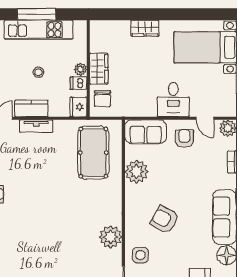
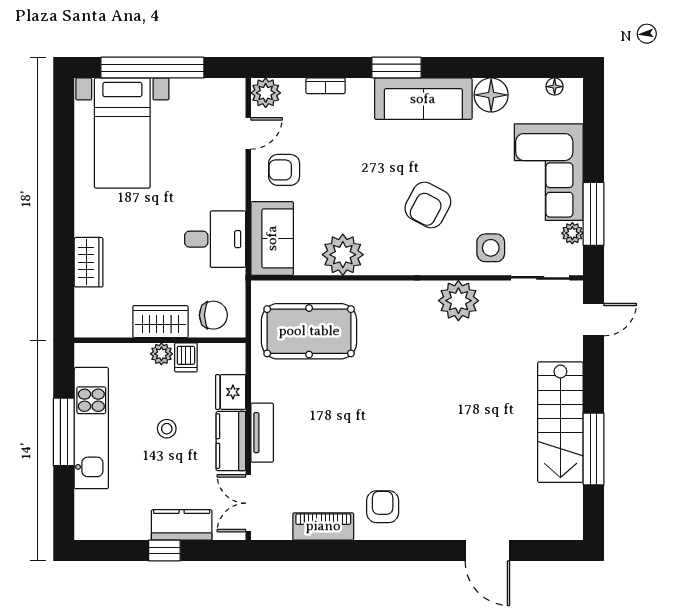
wardrobe: (145, 28) -> (89, 262), moved
desk: (173, 100) -> (215, 239), moved
fridge: (78, 107) -> (231, 392), moved, turned 90

